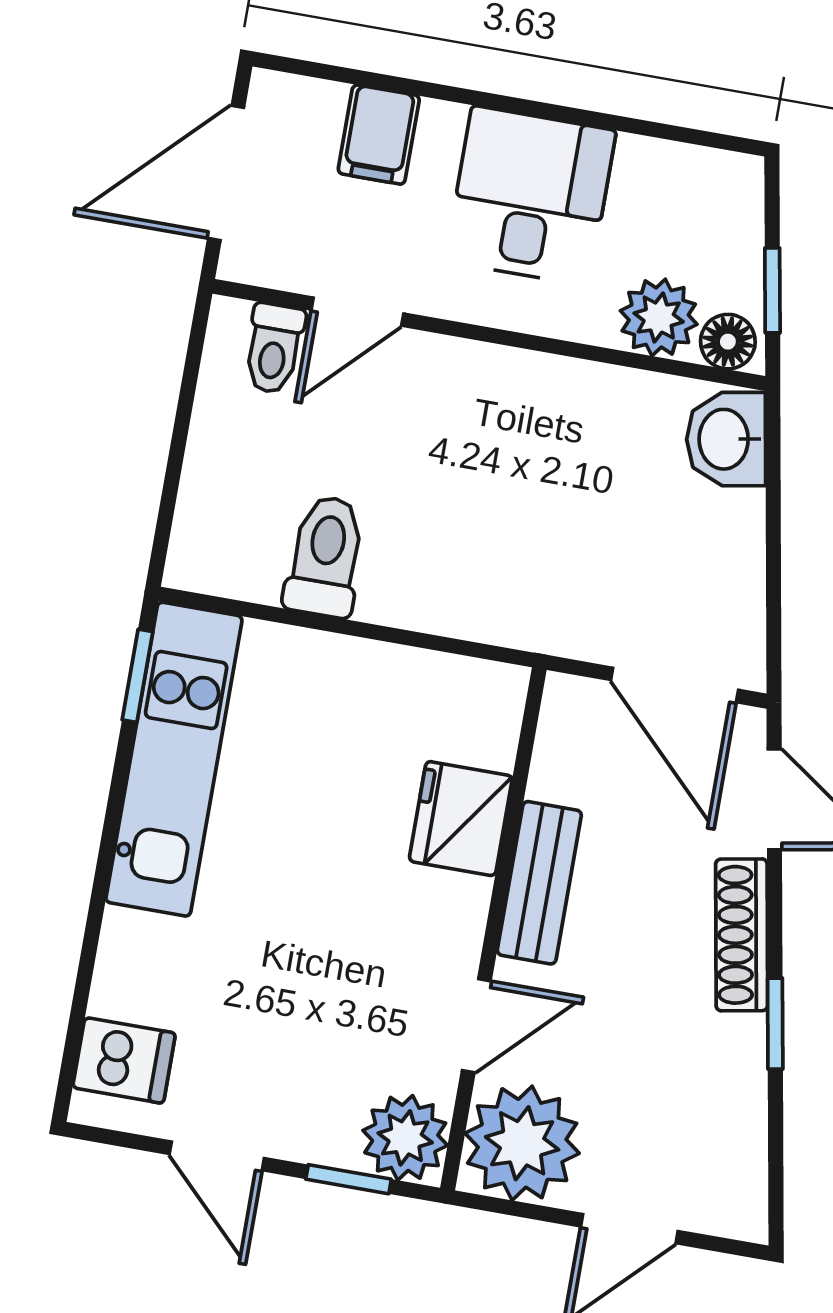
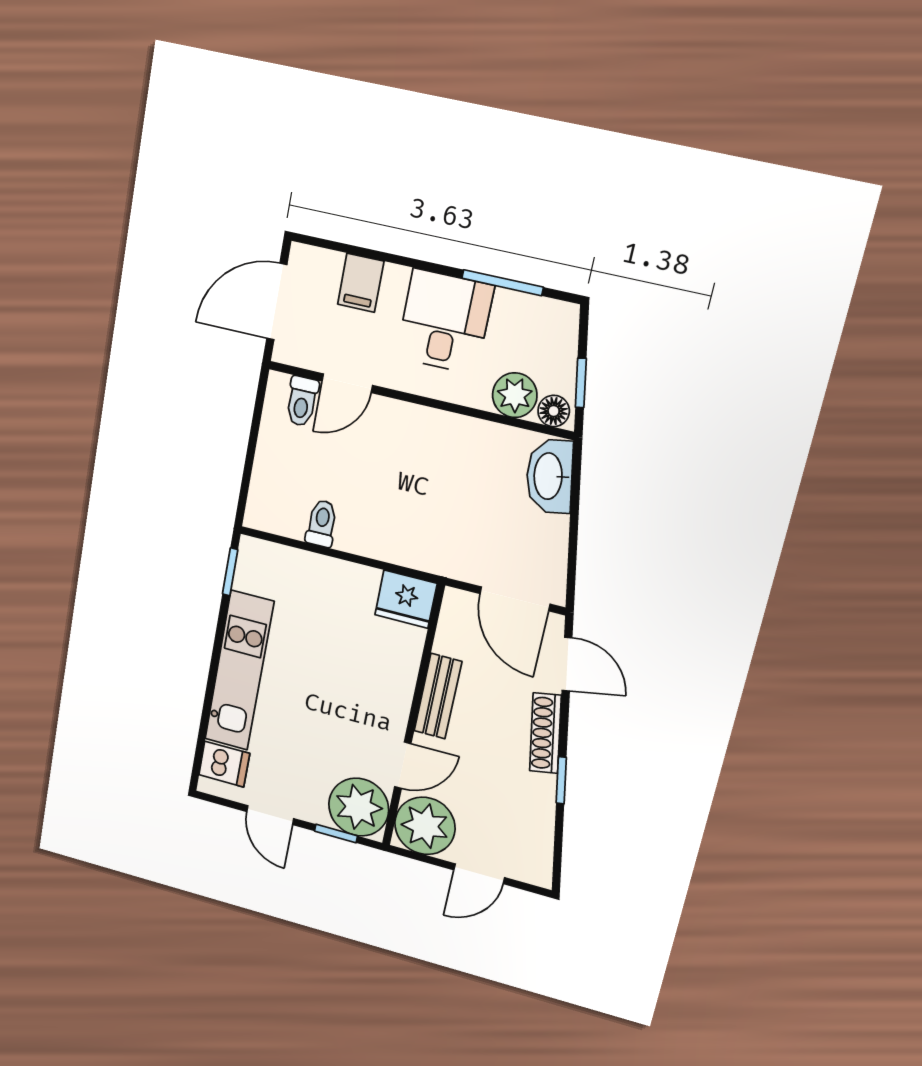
window: (629, 125) -> (503, 283), added
washbasin: (726, 439) -> (549, 476), width x1.38
toilet: (325, 556) -> (322, 523), width x0.73, depth x0.72
kitchen unit: (174, 759) -> (239, 671), moved
fridge: (461, 819) -> (406, 599), moved, turned -90
plant: (405, 1138) -> (359, 807), width x1.36, depth x1.36

